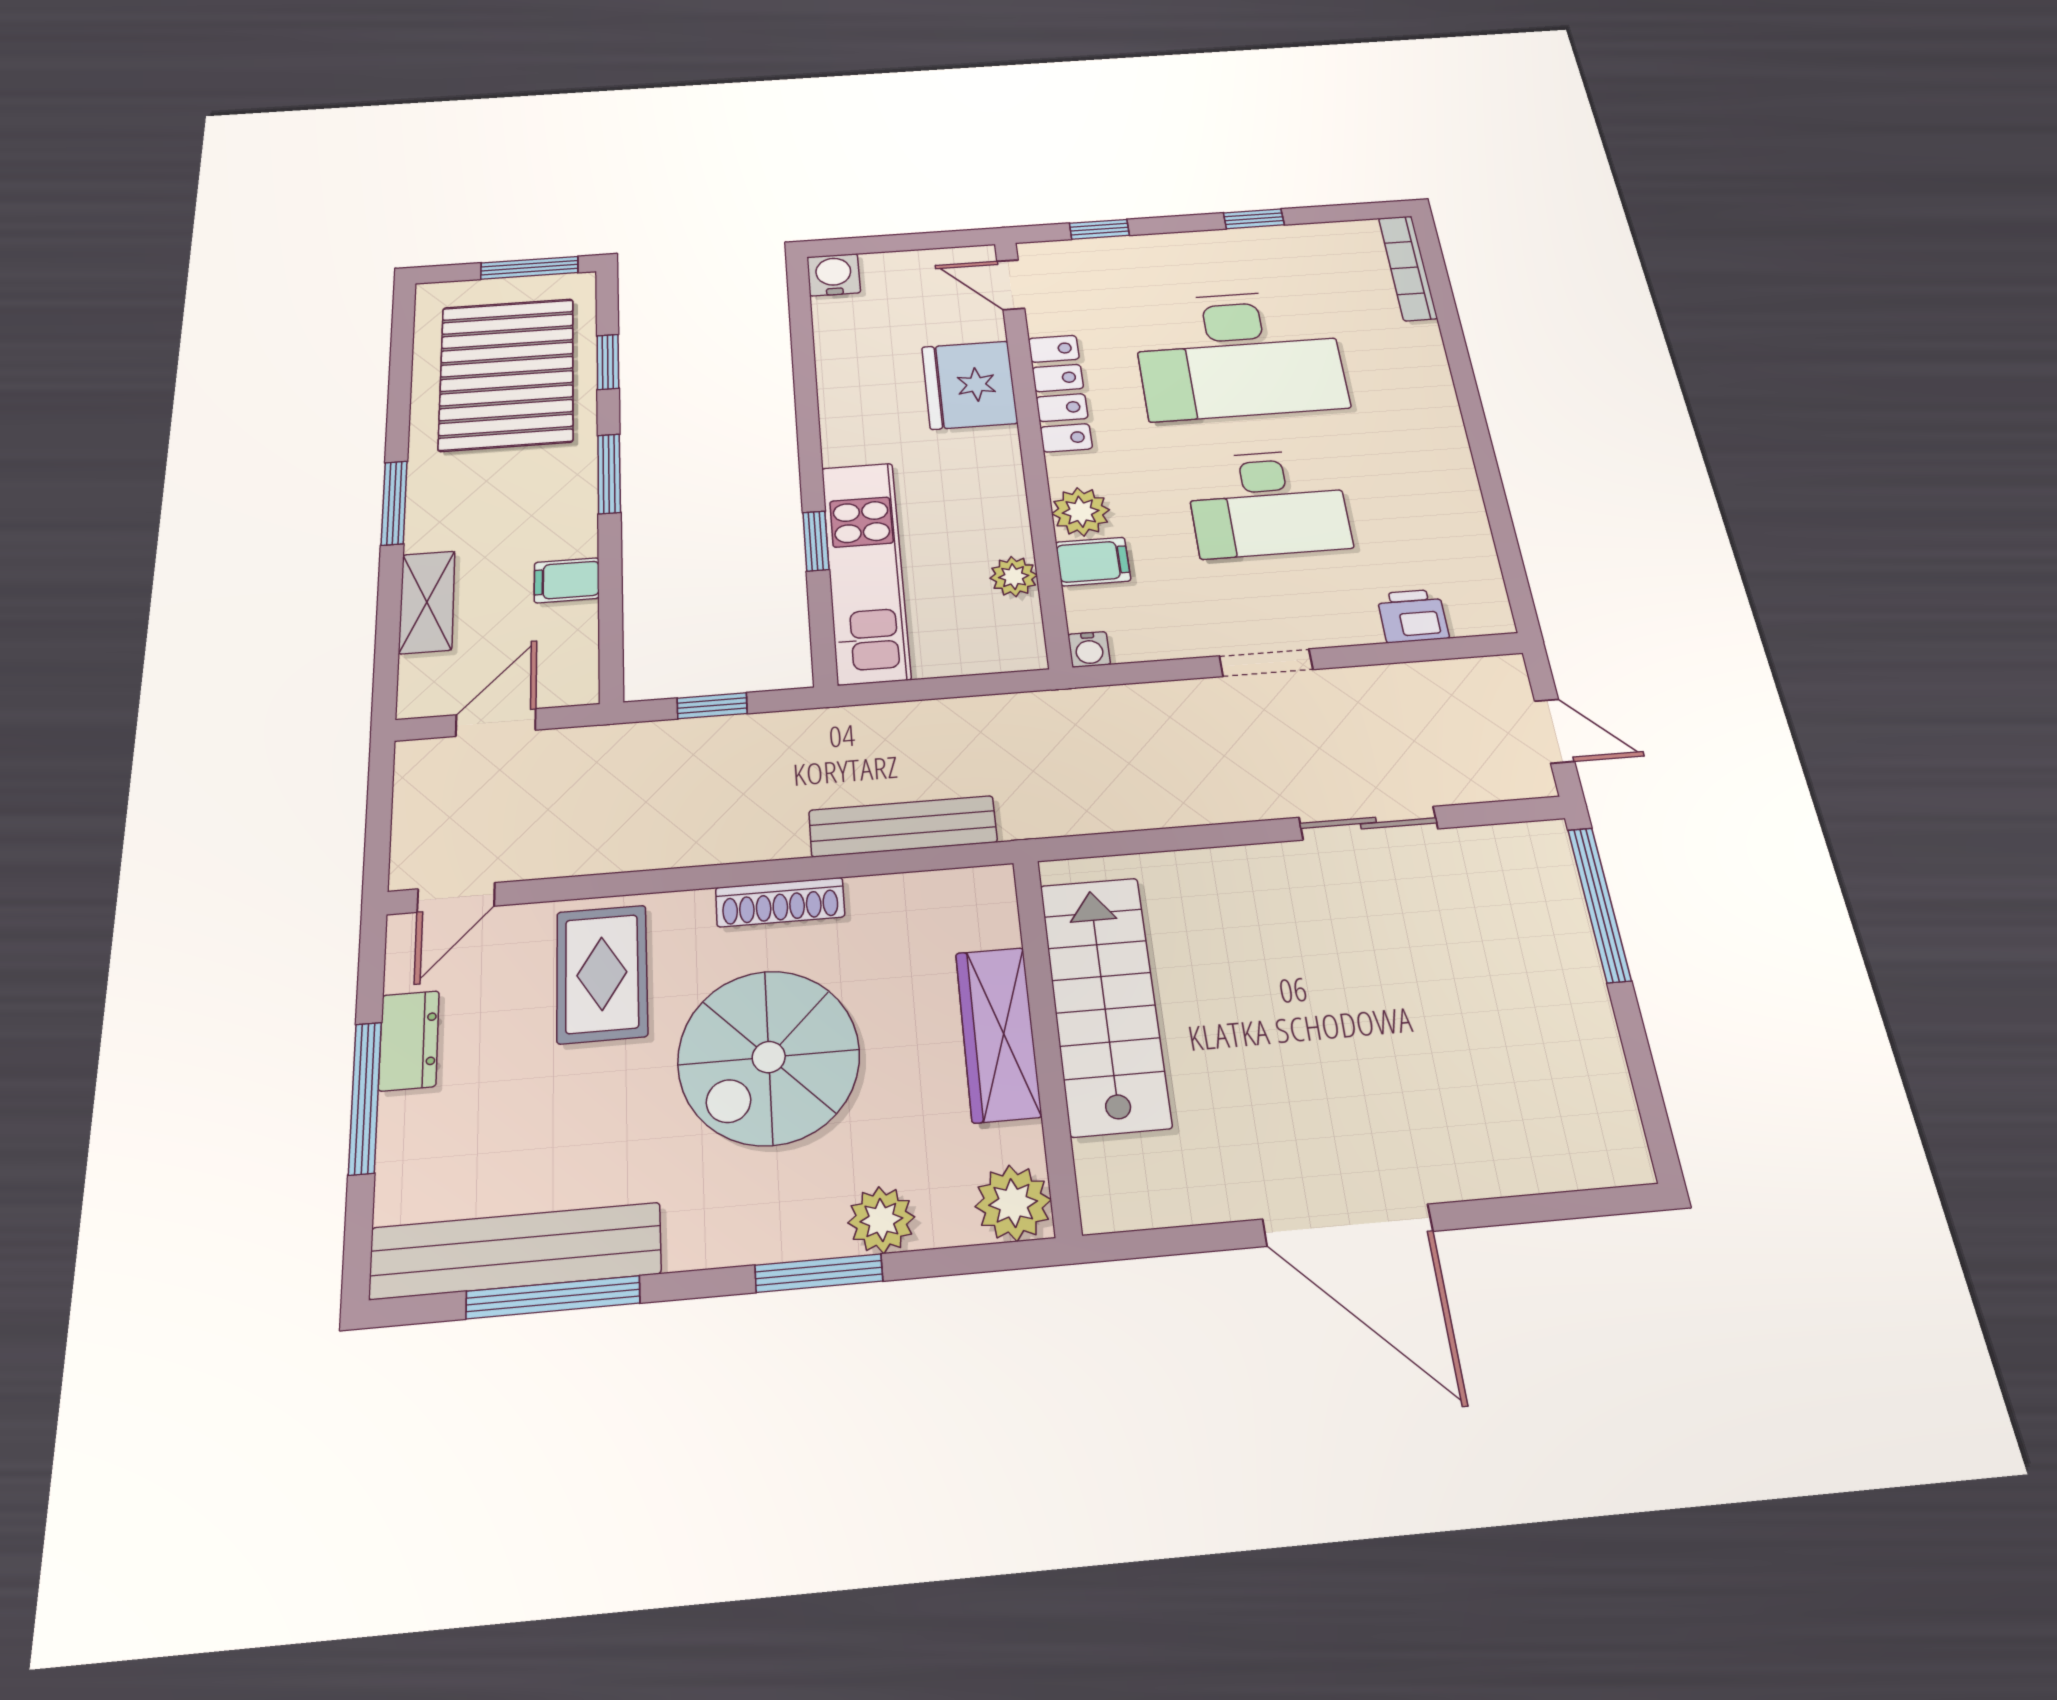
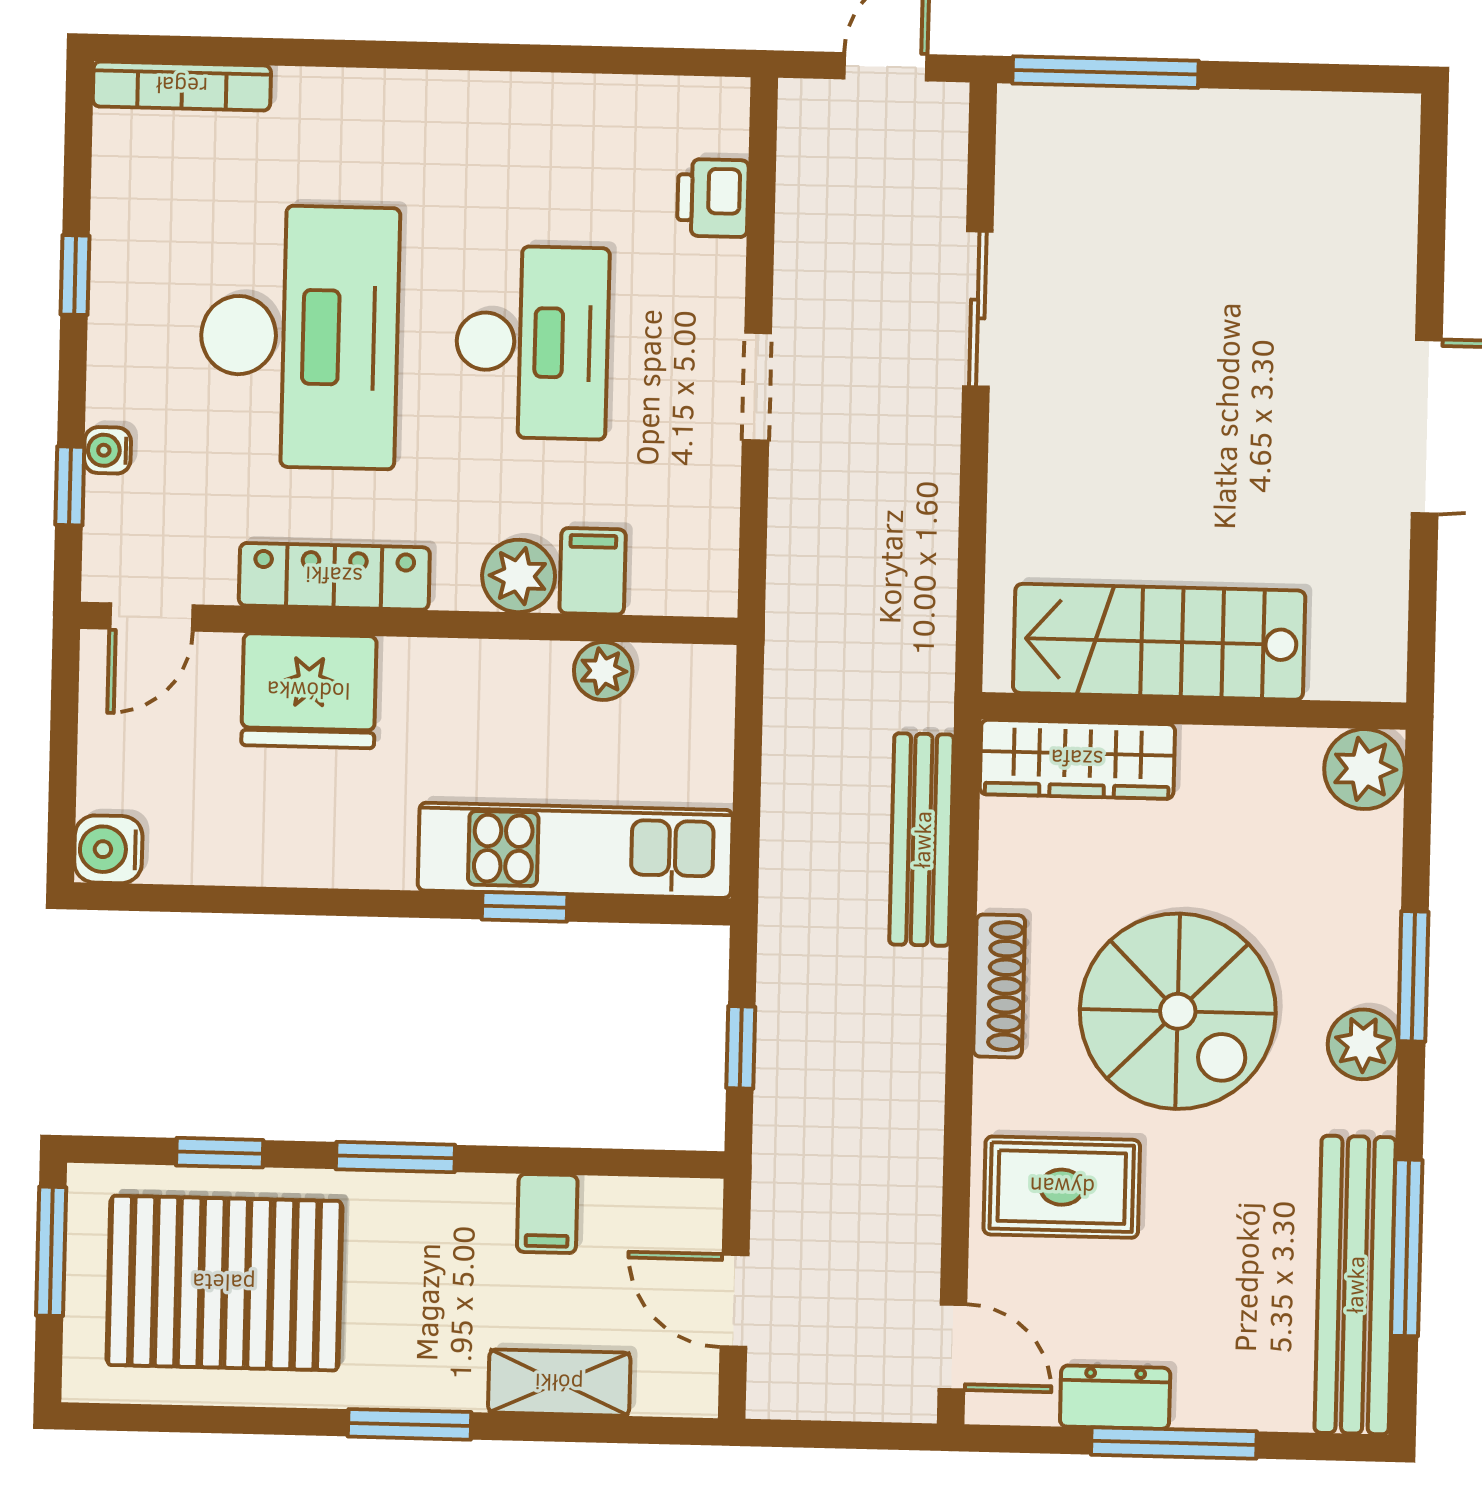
water cooler: (1089, 649) -> (108, 450), moved, turned 180
wardrobe: (998, 1034) -> (1077, 759), moved
plant: (881, 1220) -> (1363, 1044), moved

